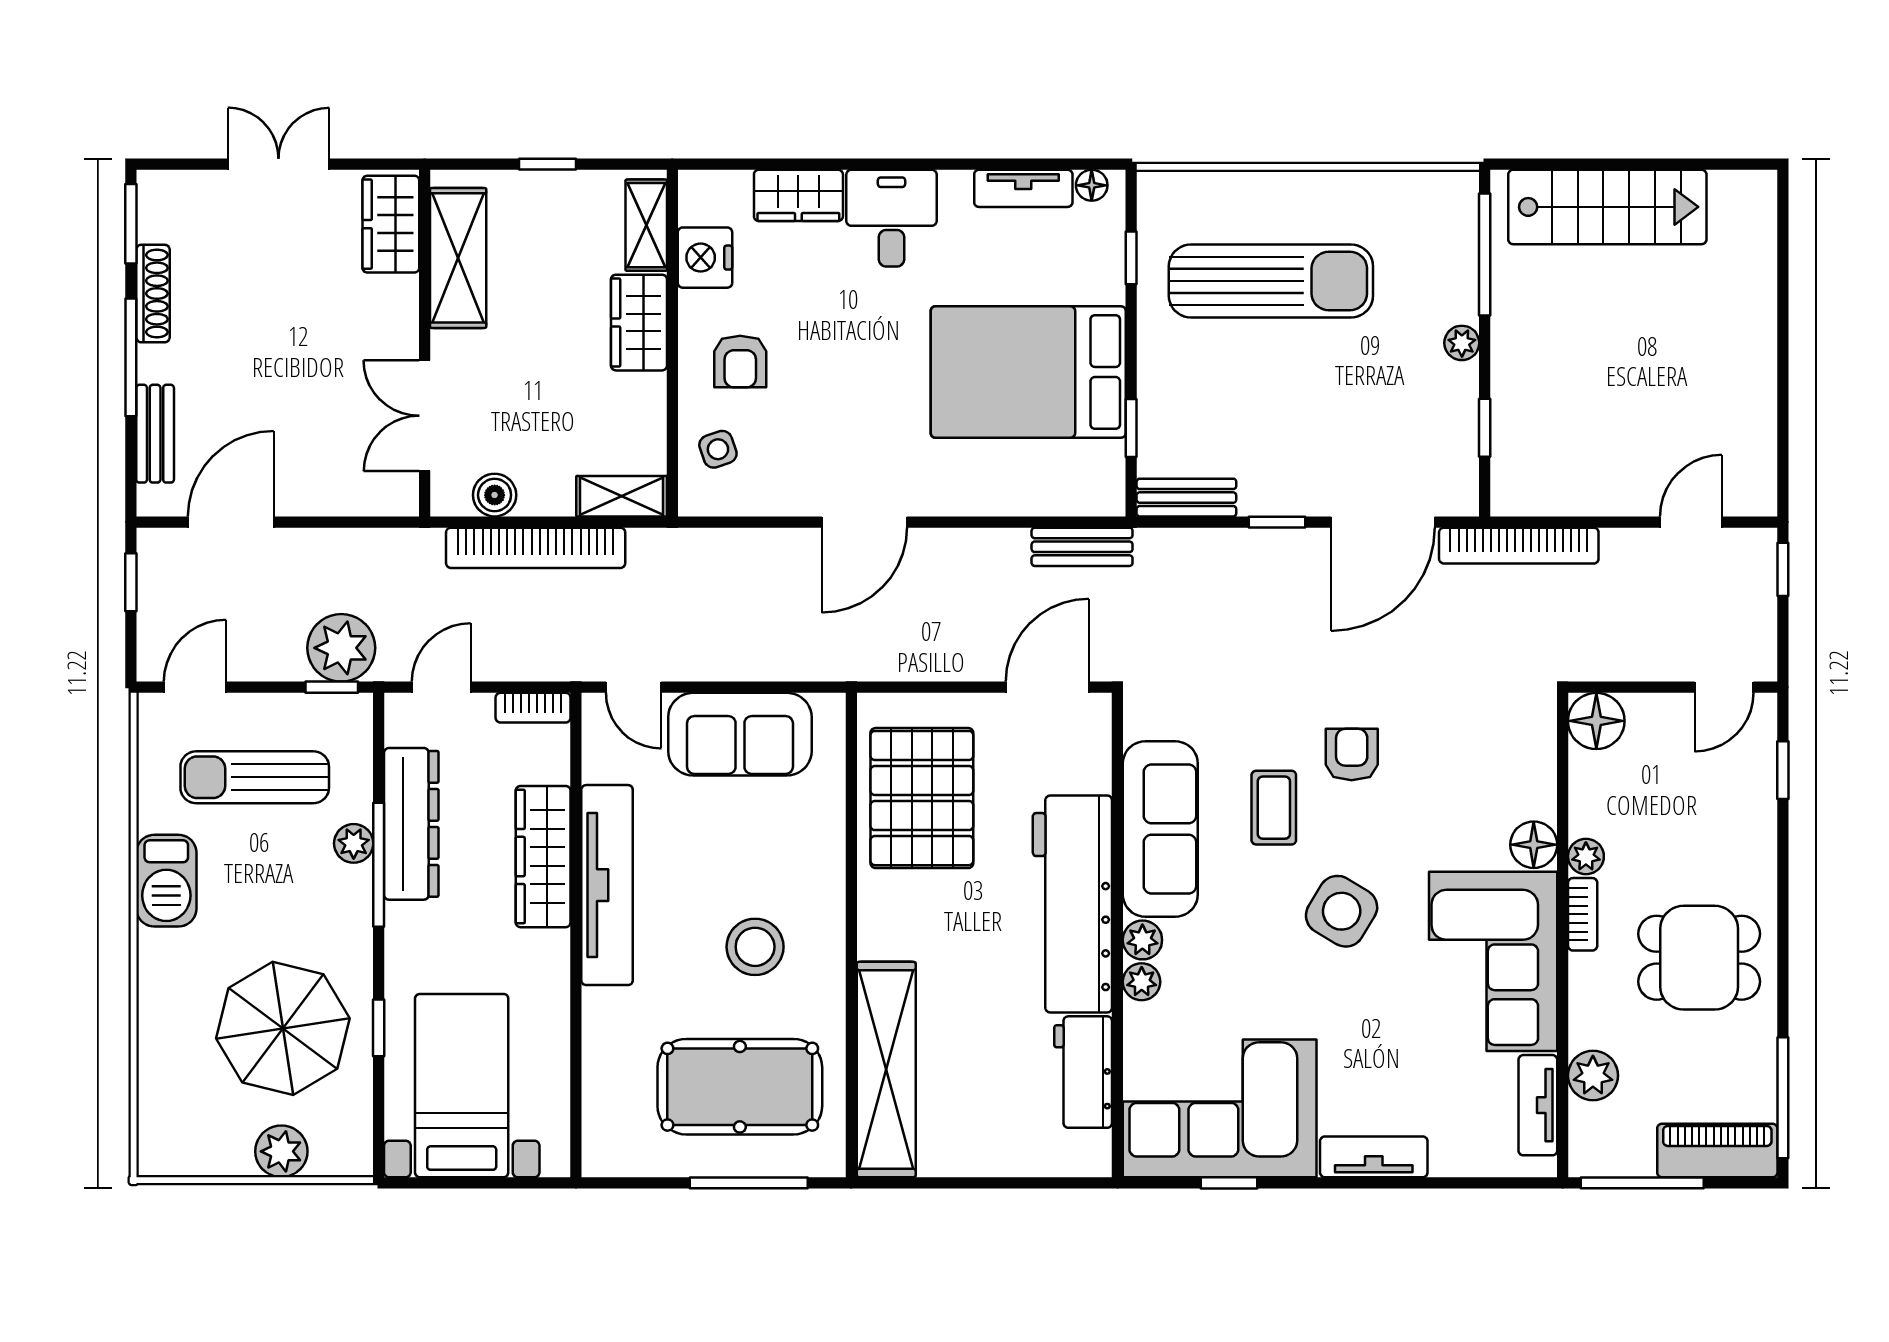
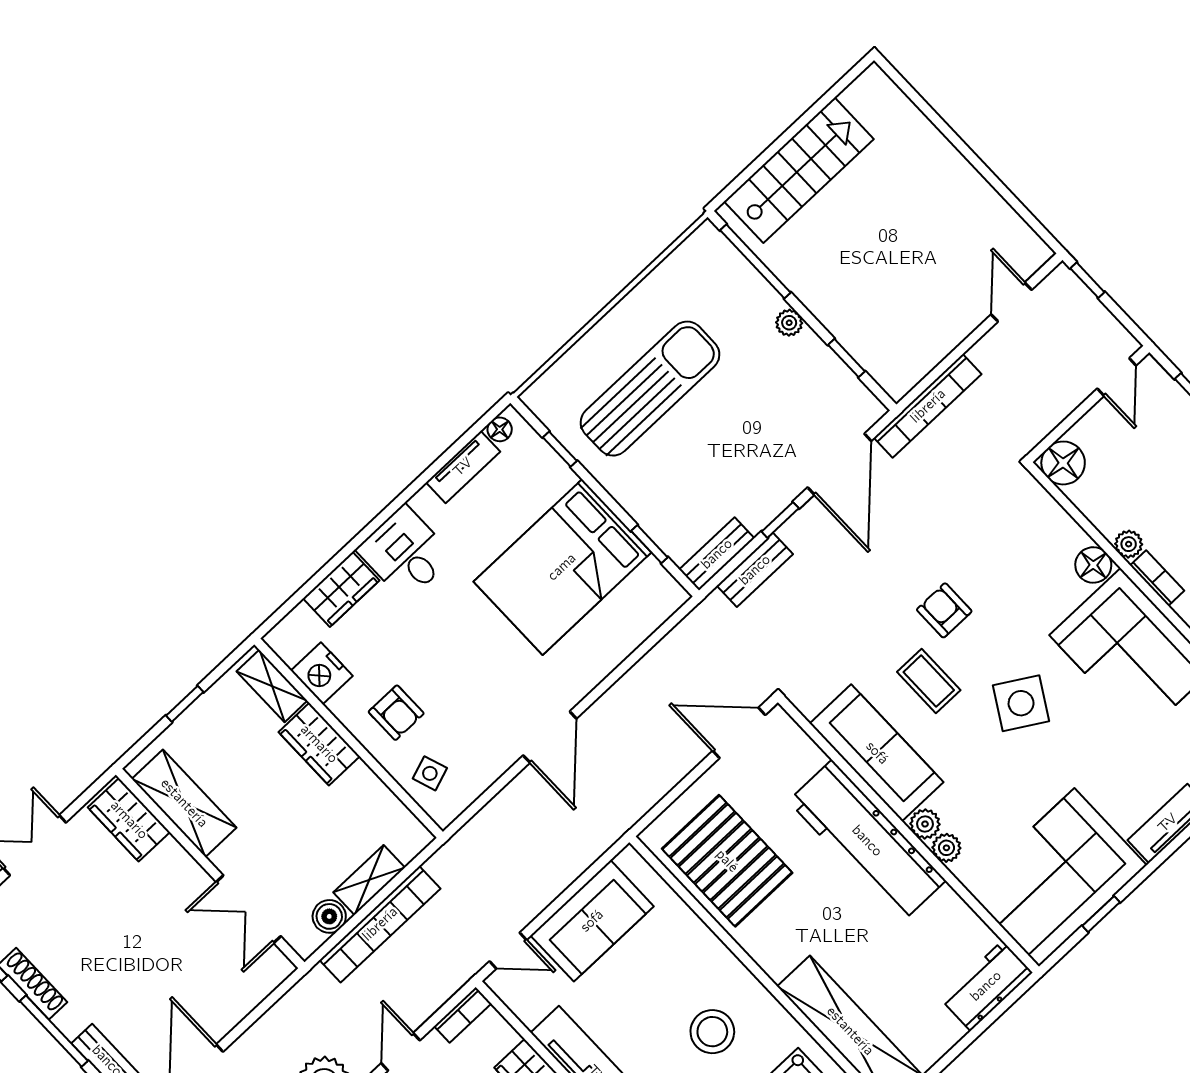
shelving: (622, 496) -> (369, 880), moved
bench: (1082, 547) -> (755, 570), moved
door: (1047, 687) -> (739, 733), hinge flipped
workbench: (1083, 1072) -> (986, 986), moved, turned 90

